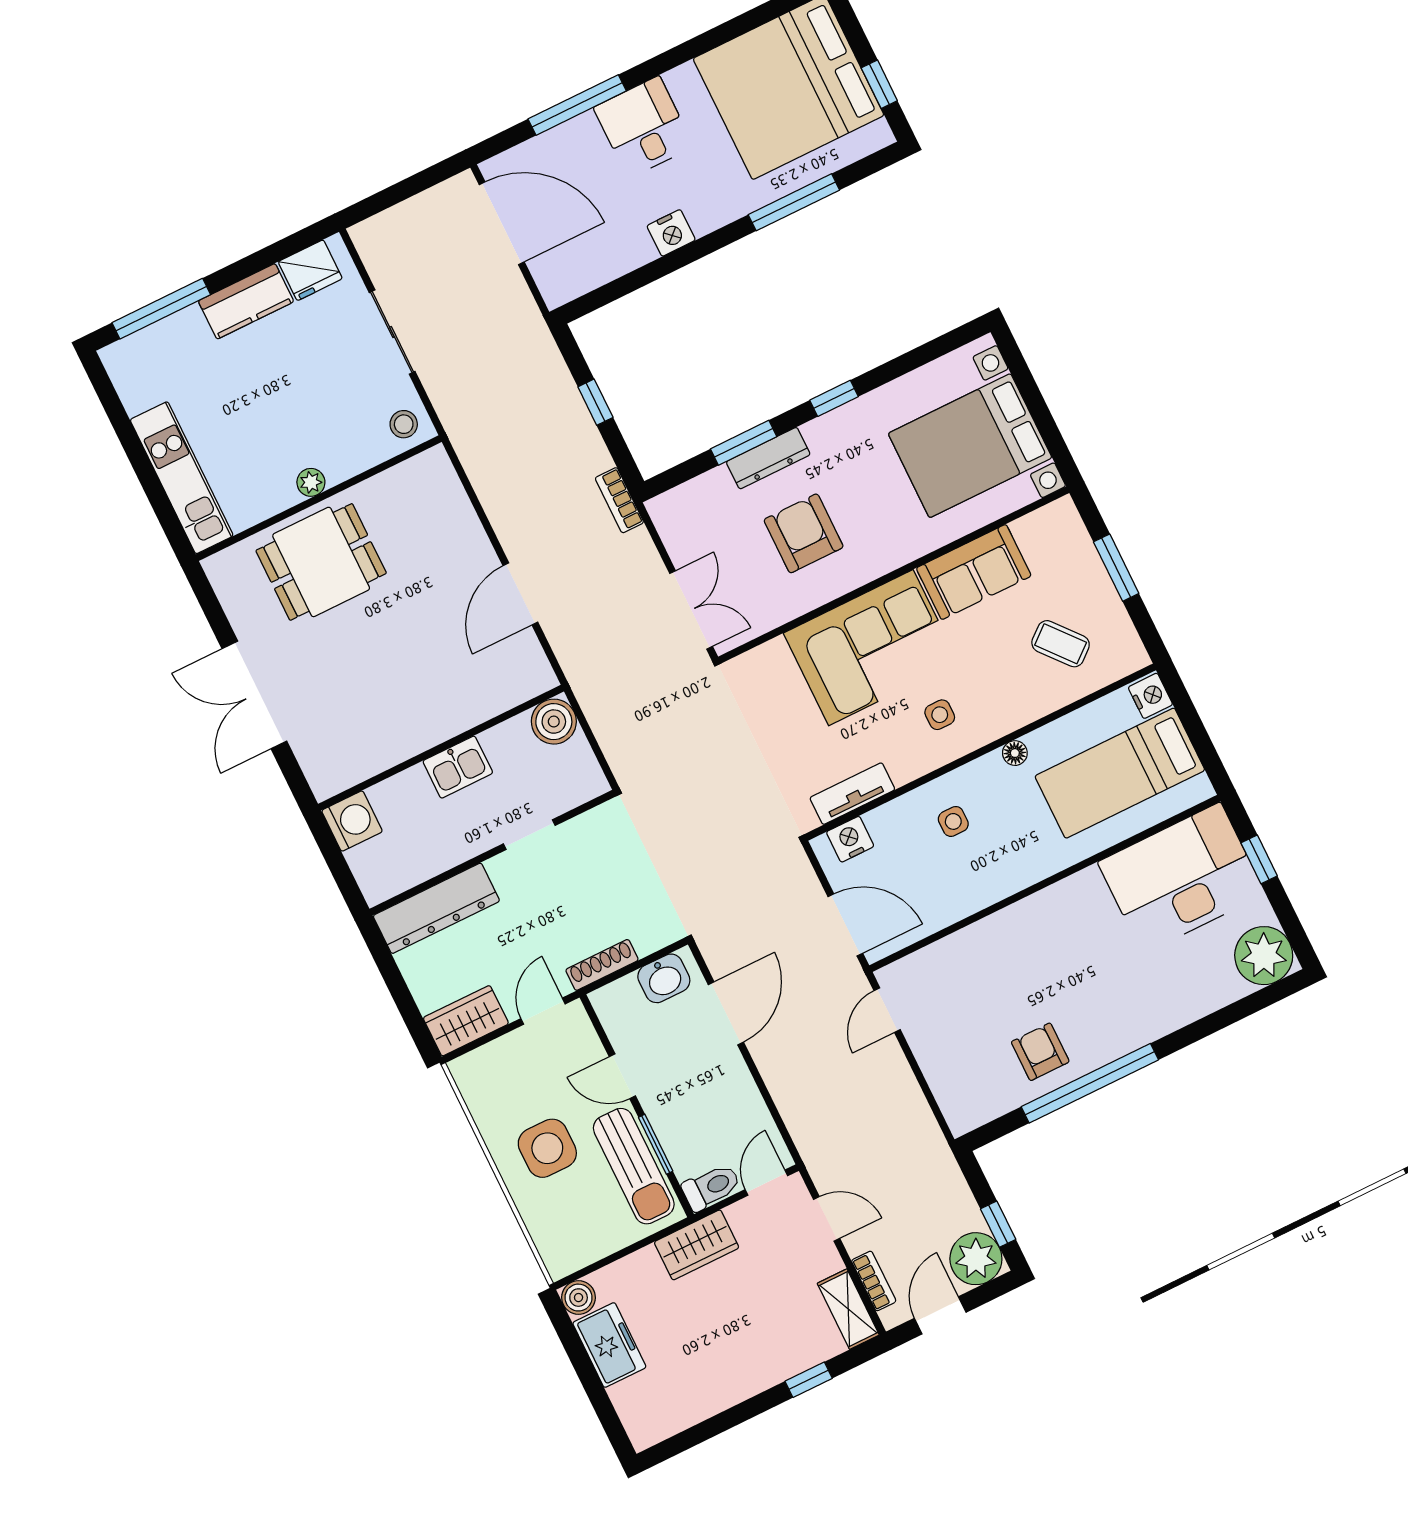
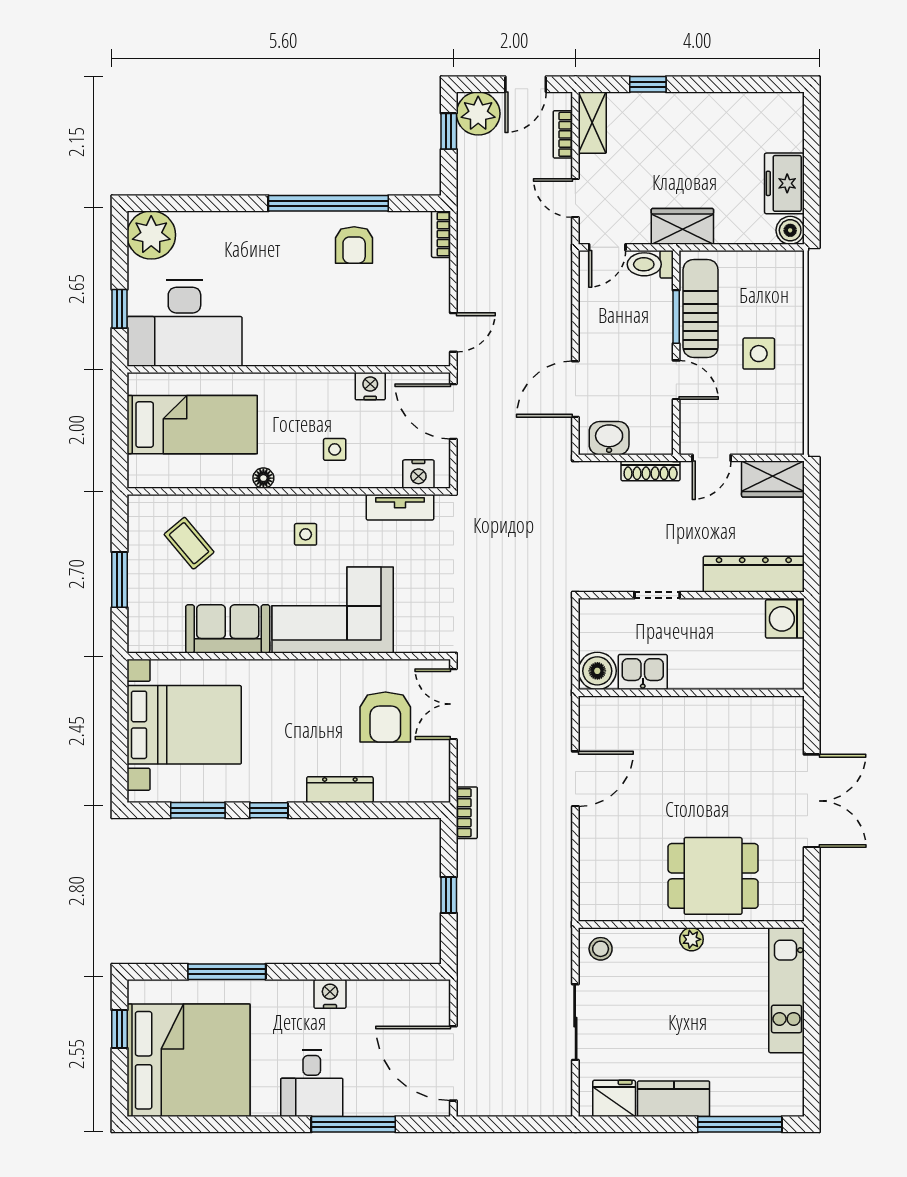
window: (744, 443) -> (198, 810), moved
armchair: (804, 533) -> (385, 717), moved
nightstand: (1150, 696) -> (370, 386), moved, turned 90
kitchen sink: (458, 767) -> (643, 672), moved
washing machine: (352, 821) -> (785, 619), moved
bookcase: (952, 1109) -> (441, 234), added
side table: (547, 1148) -> (759, 354), width x0.73, depth x0.73

